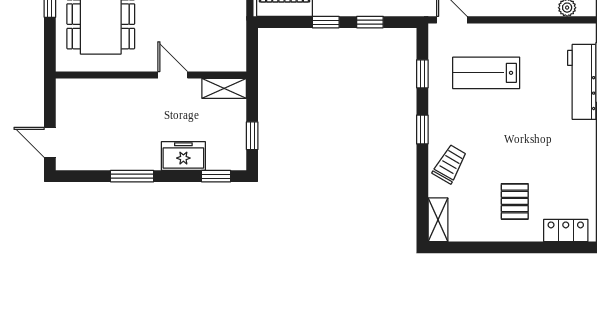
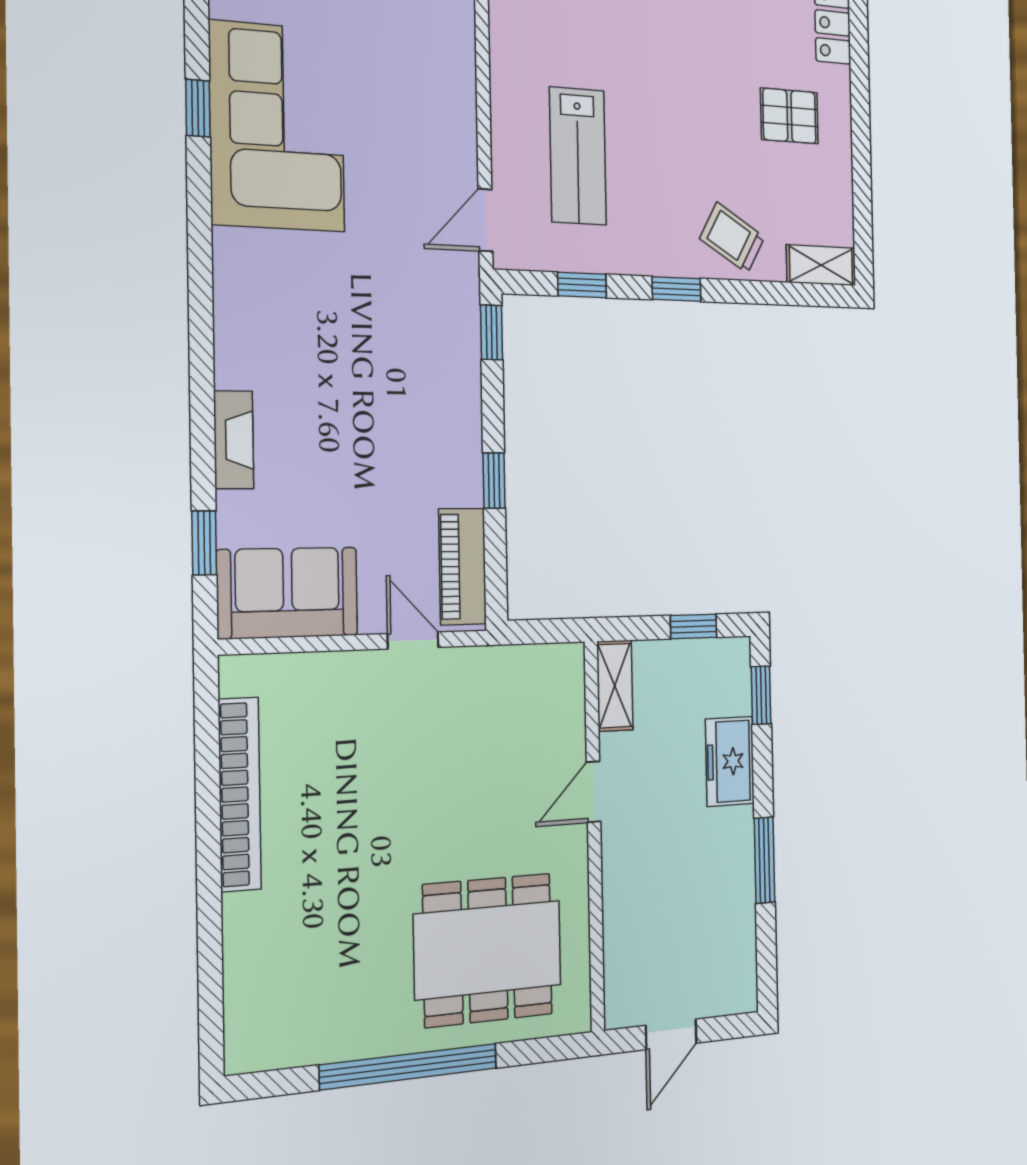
window: (370, 22) -> (492, 332), moved
door: (50, 142) -> (671, 1034), moved

